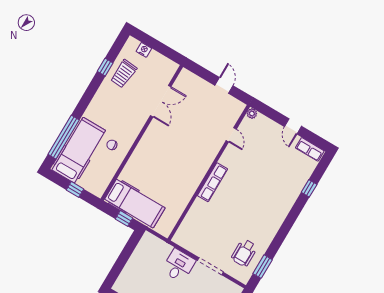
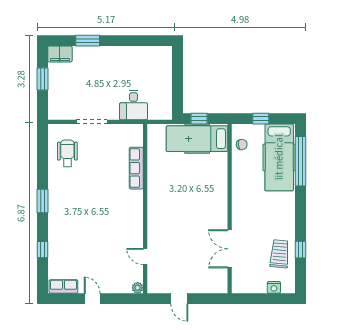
chair: (112, 145) -> (242, 145), moved
row of seats: (212, 182) -> (136, 168), moved
desk: (179, 265) -> (134, 105), moved
window: (263, 267) -> (43, 201), moved

